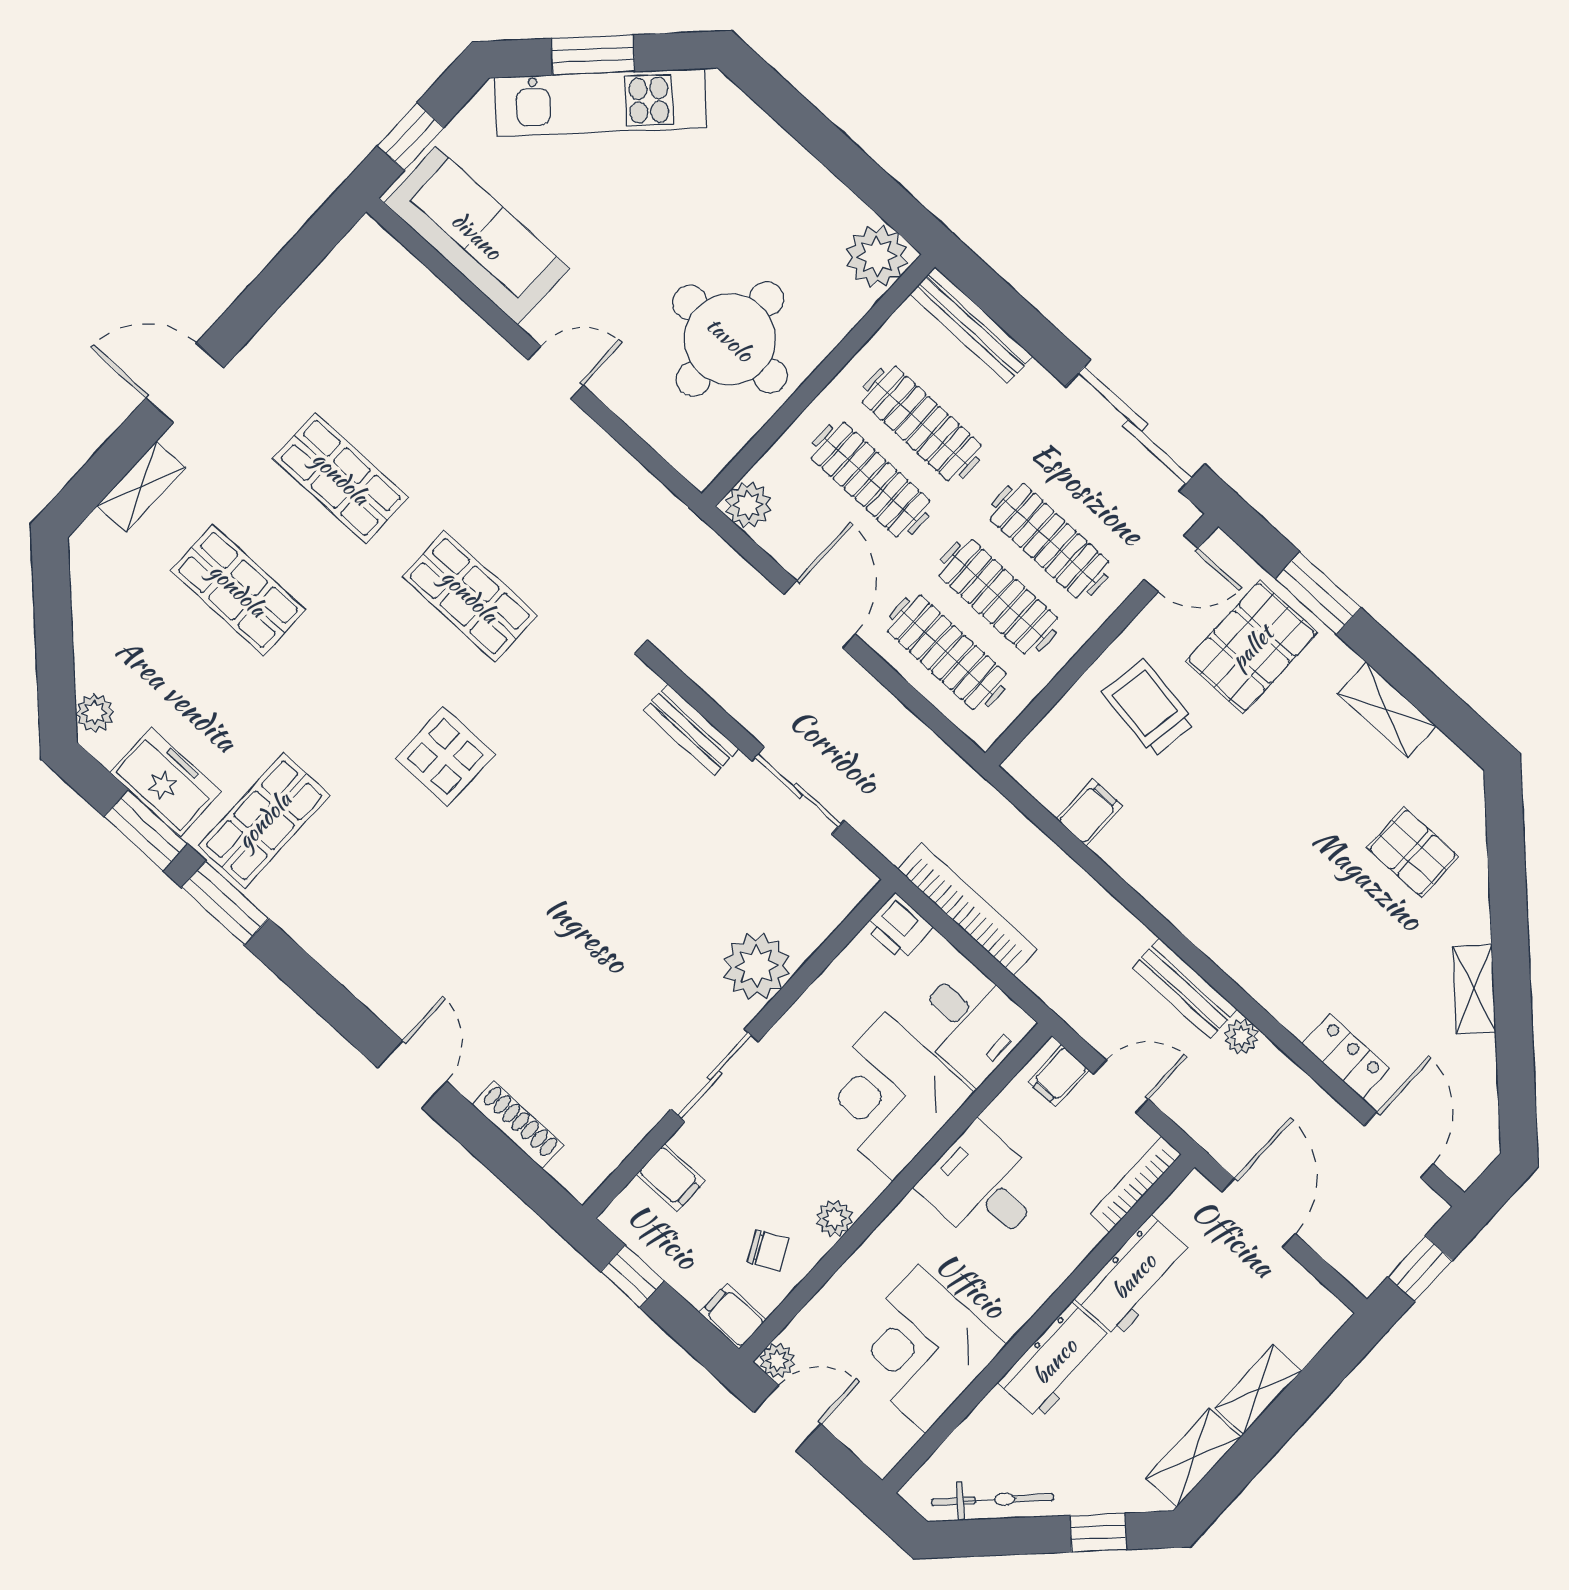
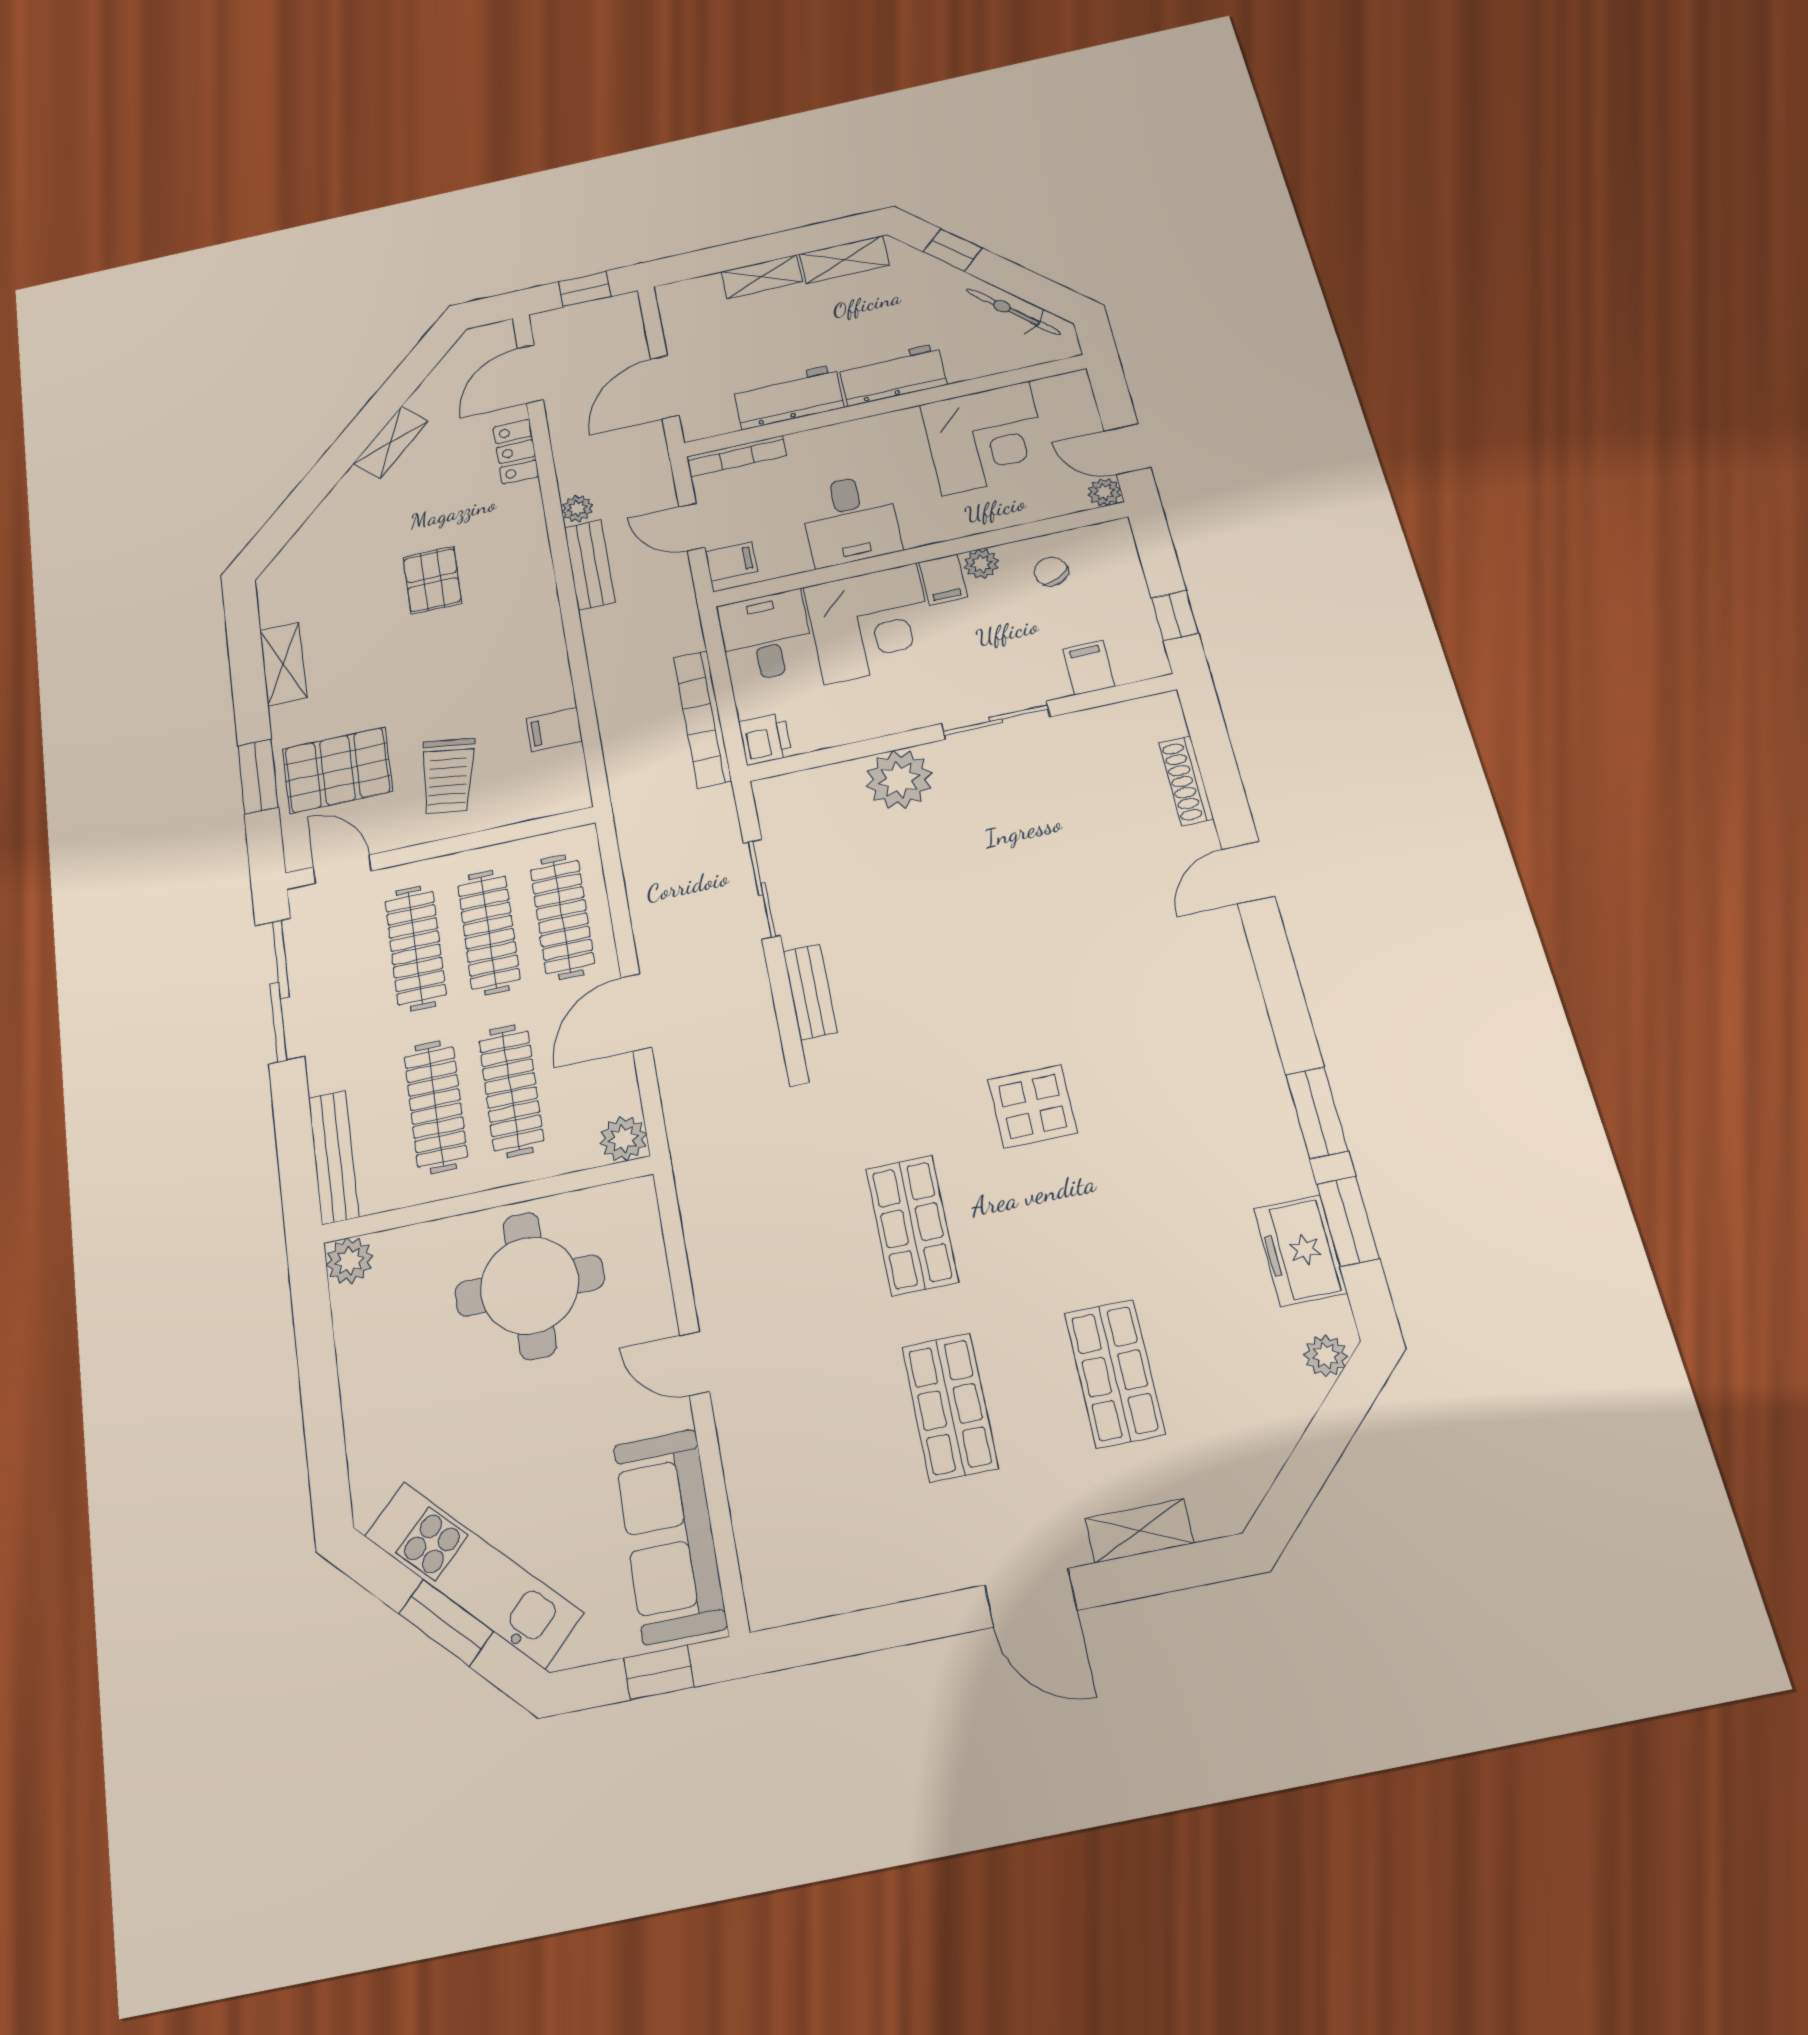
plant: (877, 256) -> (349, 1261), width x0.73, depth x0.73
shop shelf: (264, 820) -> (1232, 1159), removed
pallet: (1413, 852) -> (432, 580), moved
filing cabinet: (733, 1316) -> (943, 579), moved

